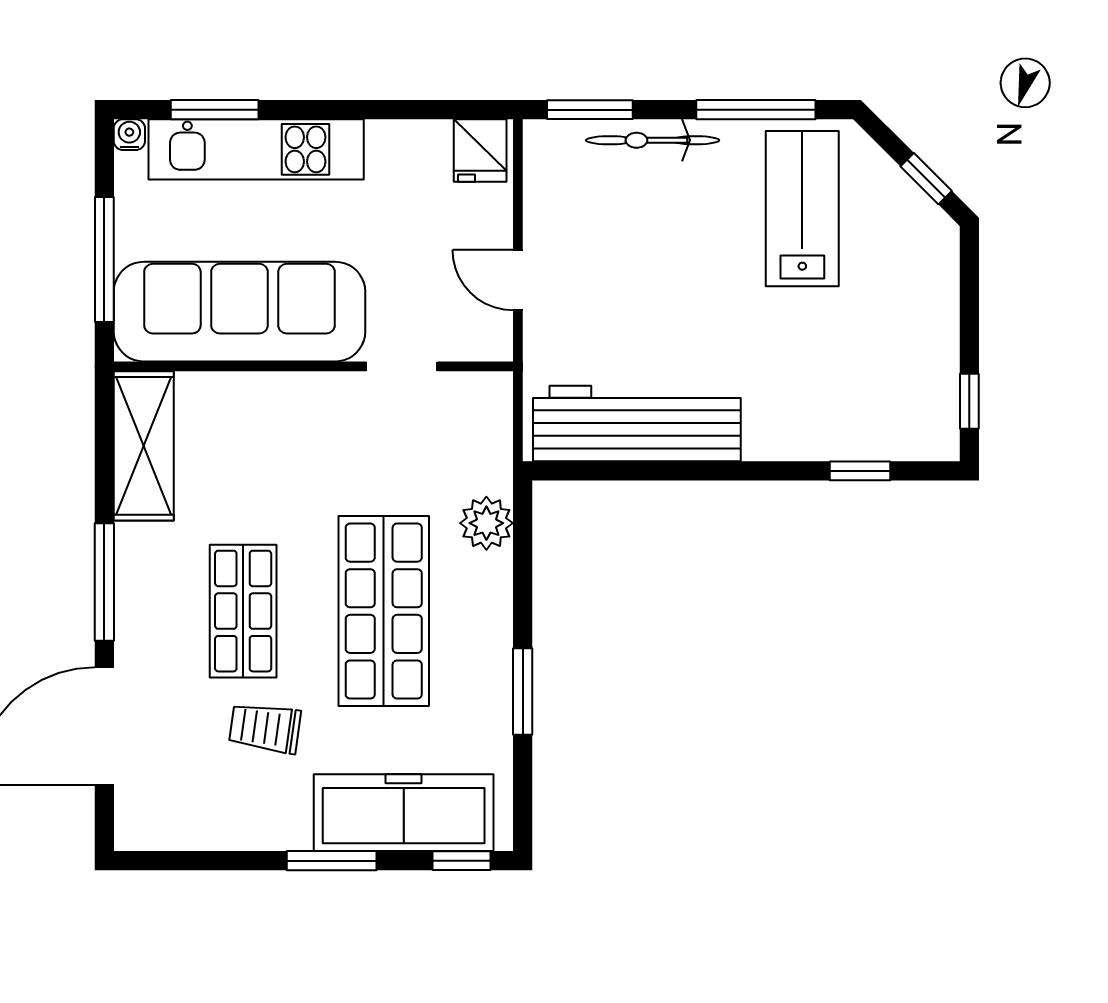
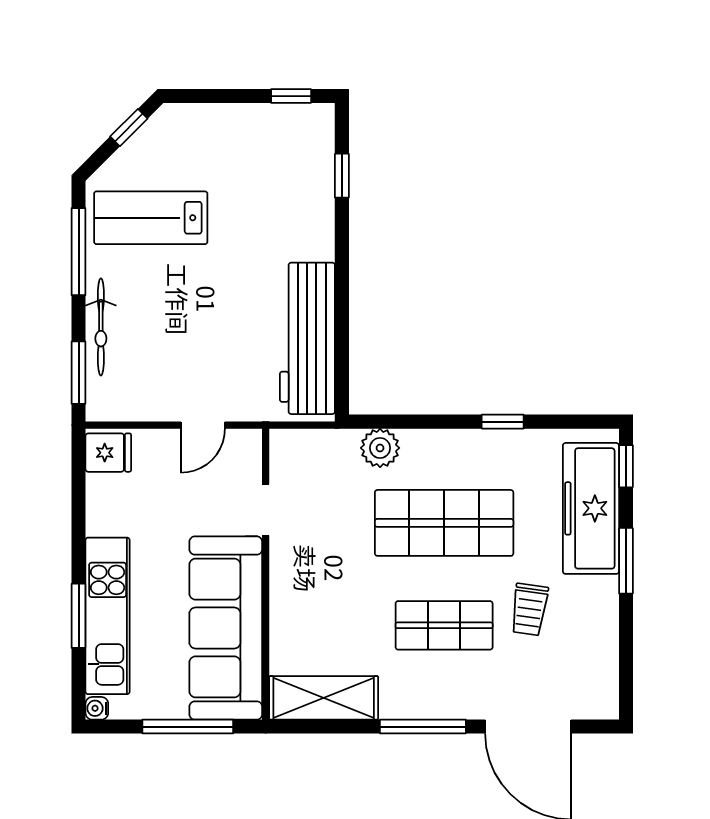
window: (215, 110) -> (79, 616), moved
window: (523, 691) -> (503, 422), width x0.67

